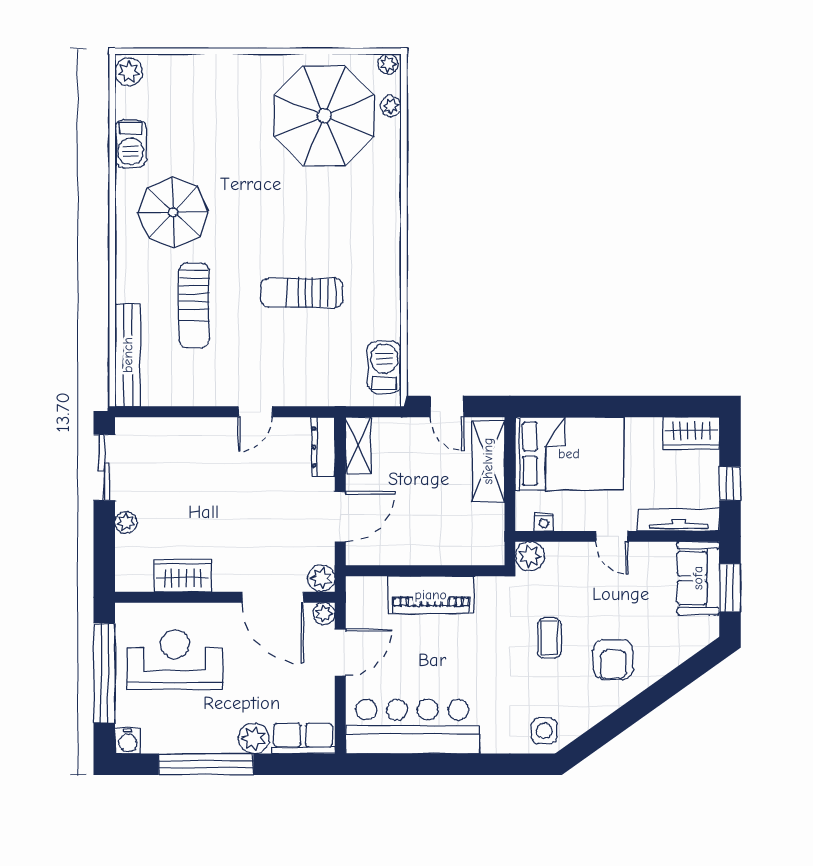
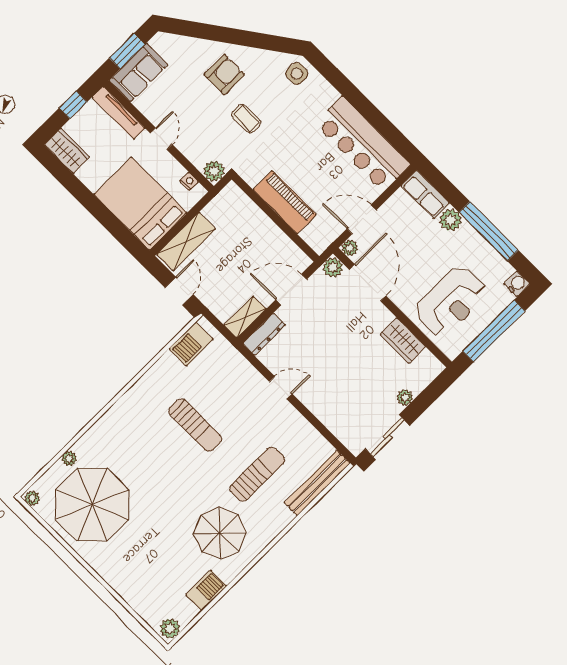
plant: (391, 106) -> (69, 459), moved
coffee table: (549, 638) -> (246, 119), turned 90
reception desk: (175, 660) -> (450, 301), turned -90

